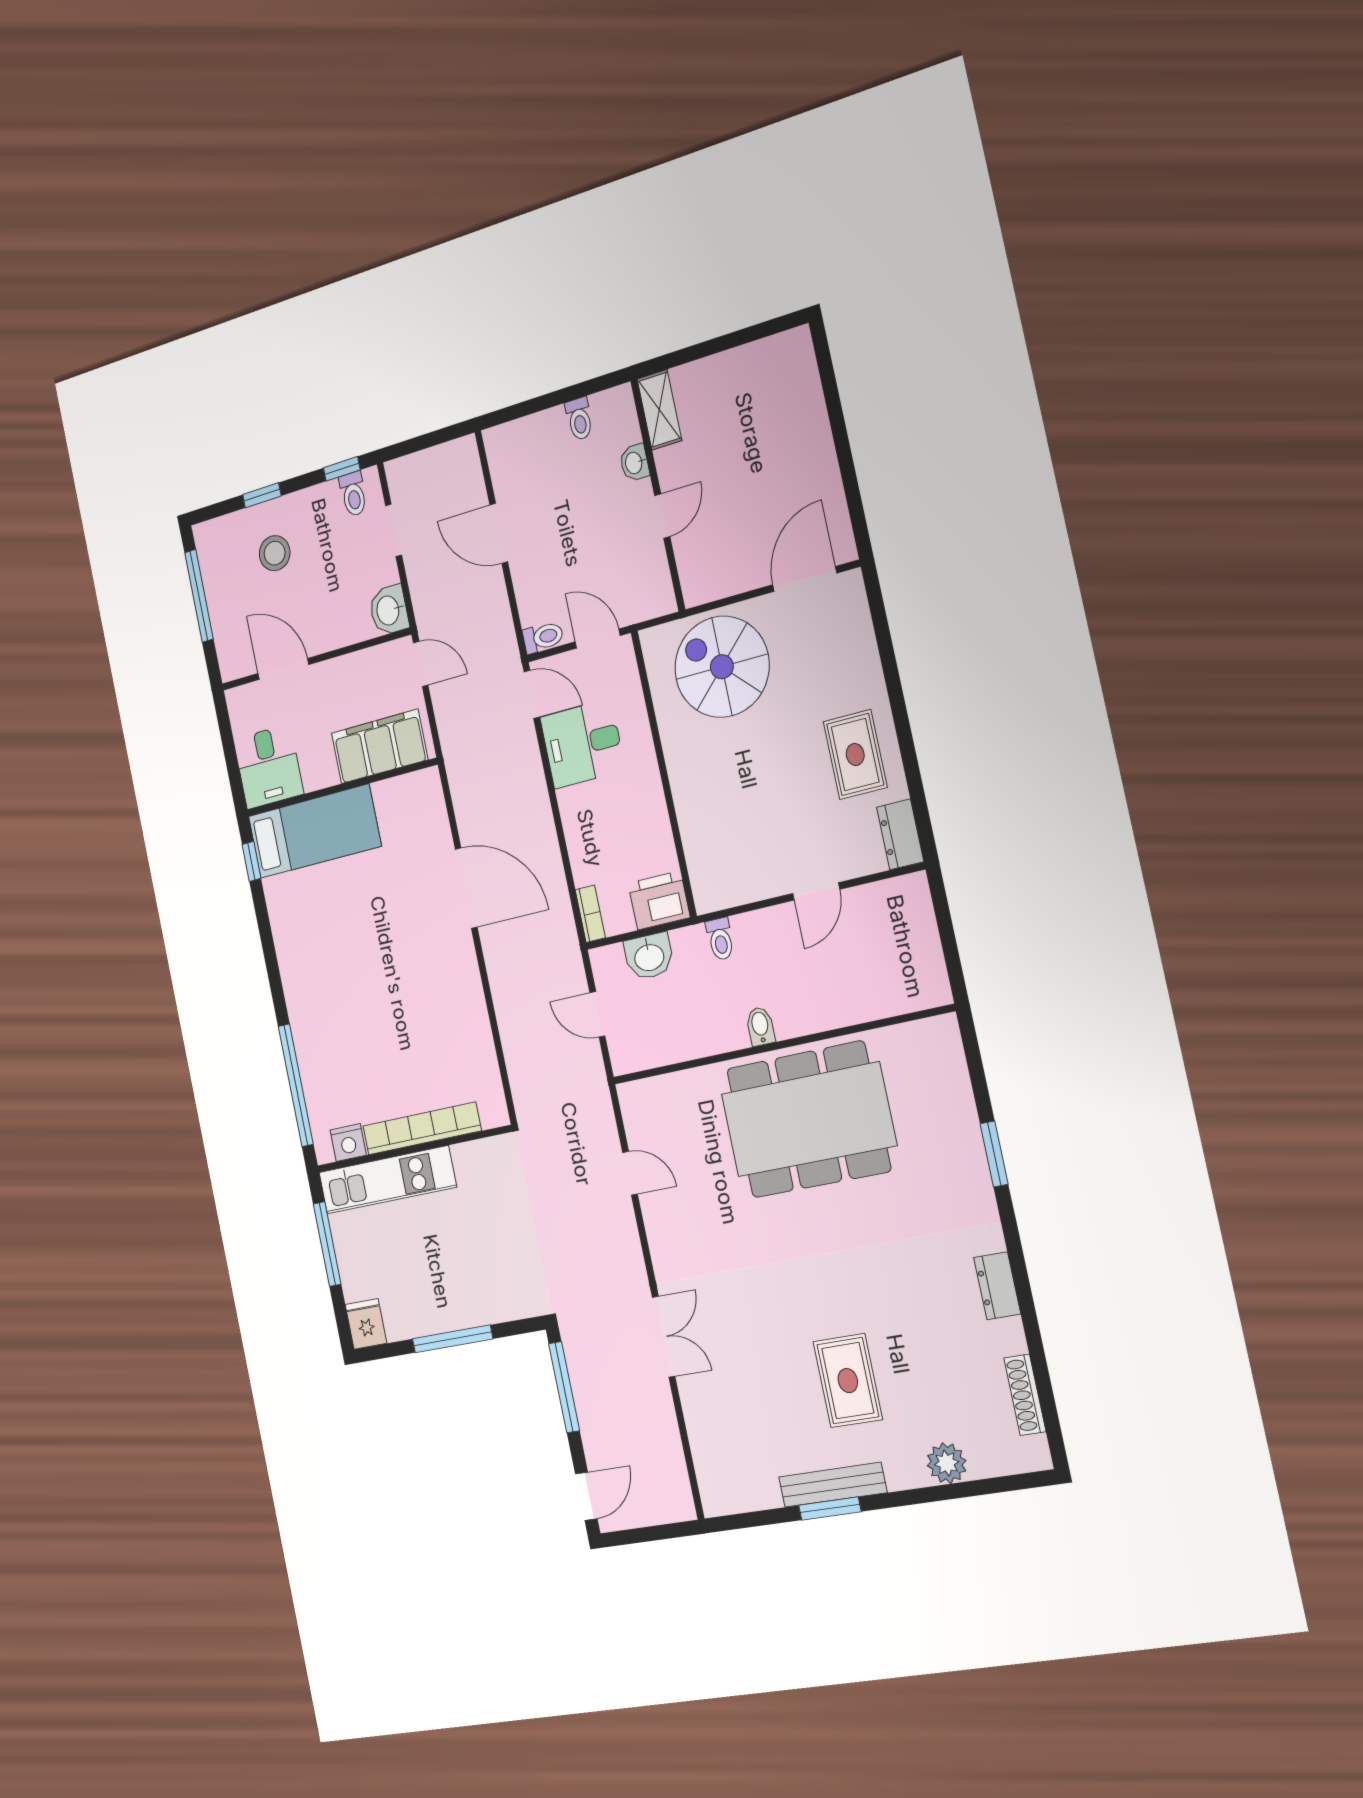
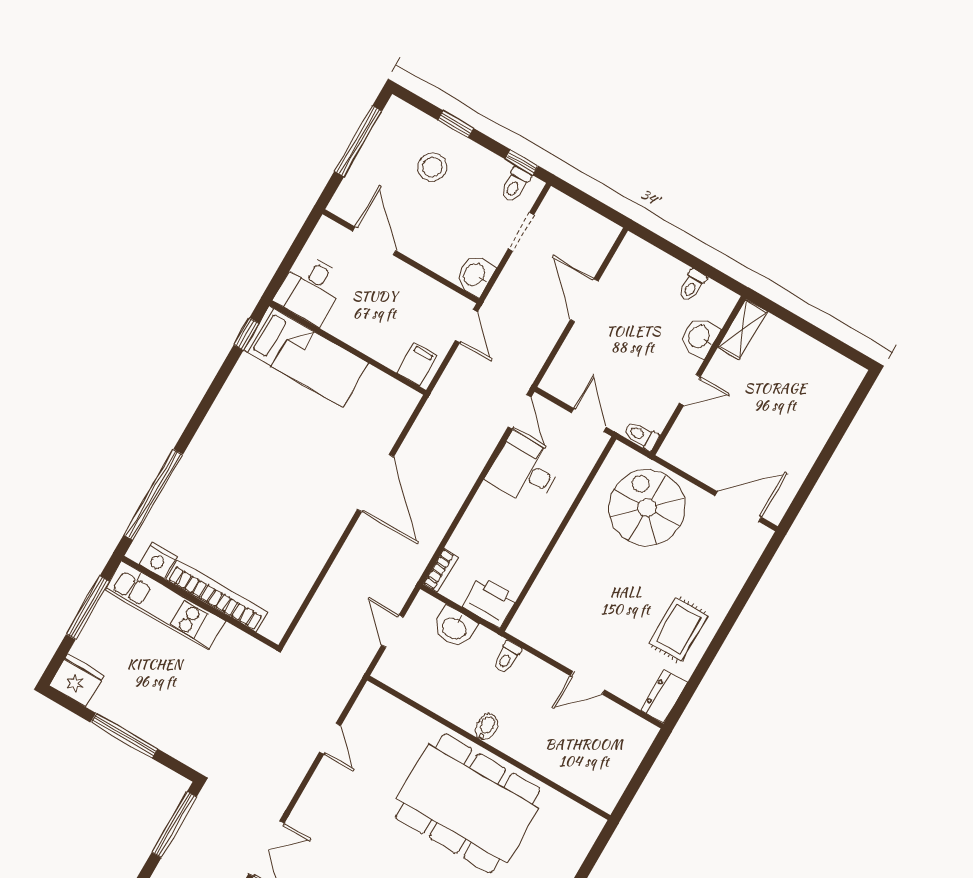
washbasin: (634, 463) -> (700, 337), width x1.38, depth x1.45
toilet: (543, 637) -> (641, 435), moved, turned 180
filing cabinet: (380, 746) -> (417, 364), width x0.33, depth x0.86
fridge: (366, 1324) -> (76, 681), width x1.38

